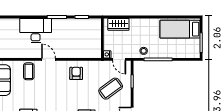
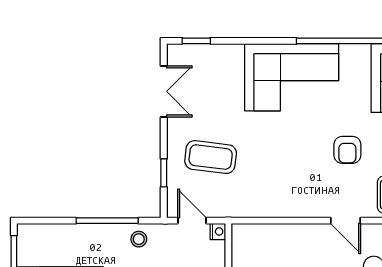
armchair: (76, 73) -> (347, 150), moved
coffee table: (111, 89) -> (211, 157), turned 43

